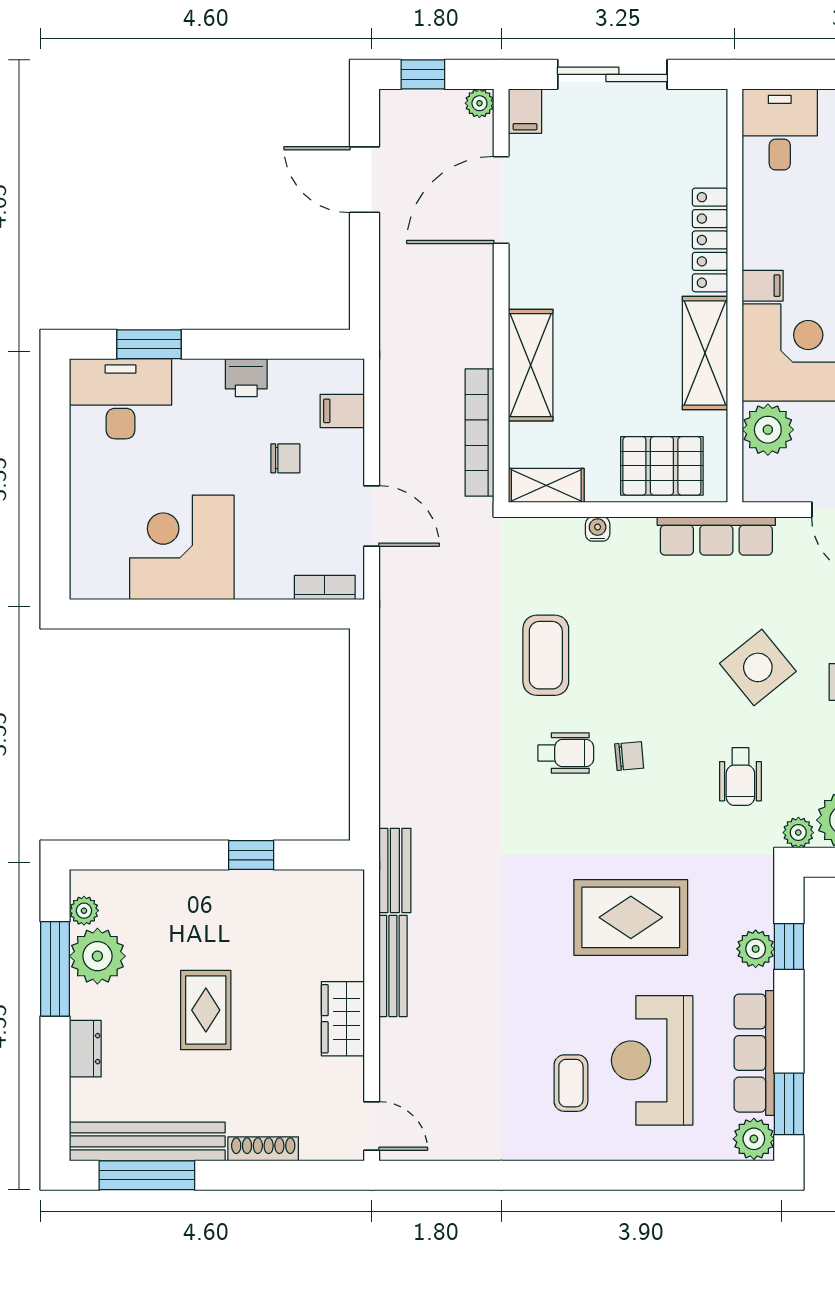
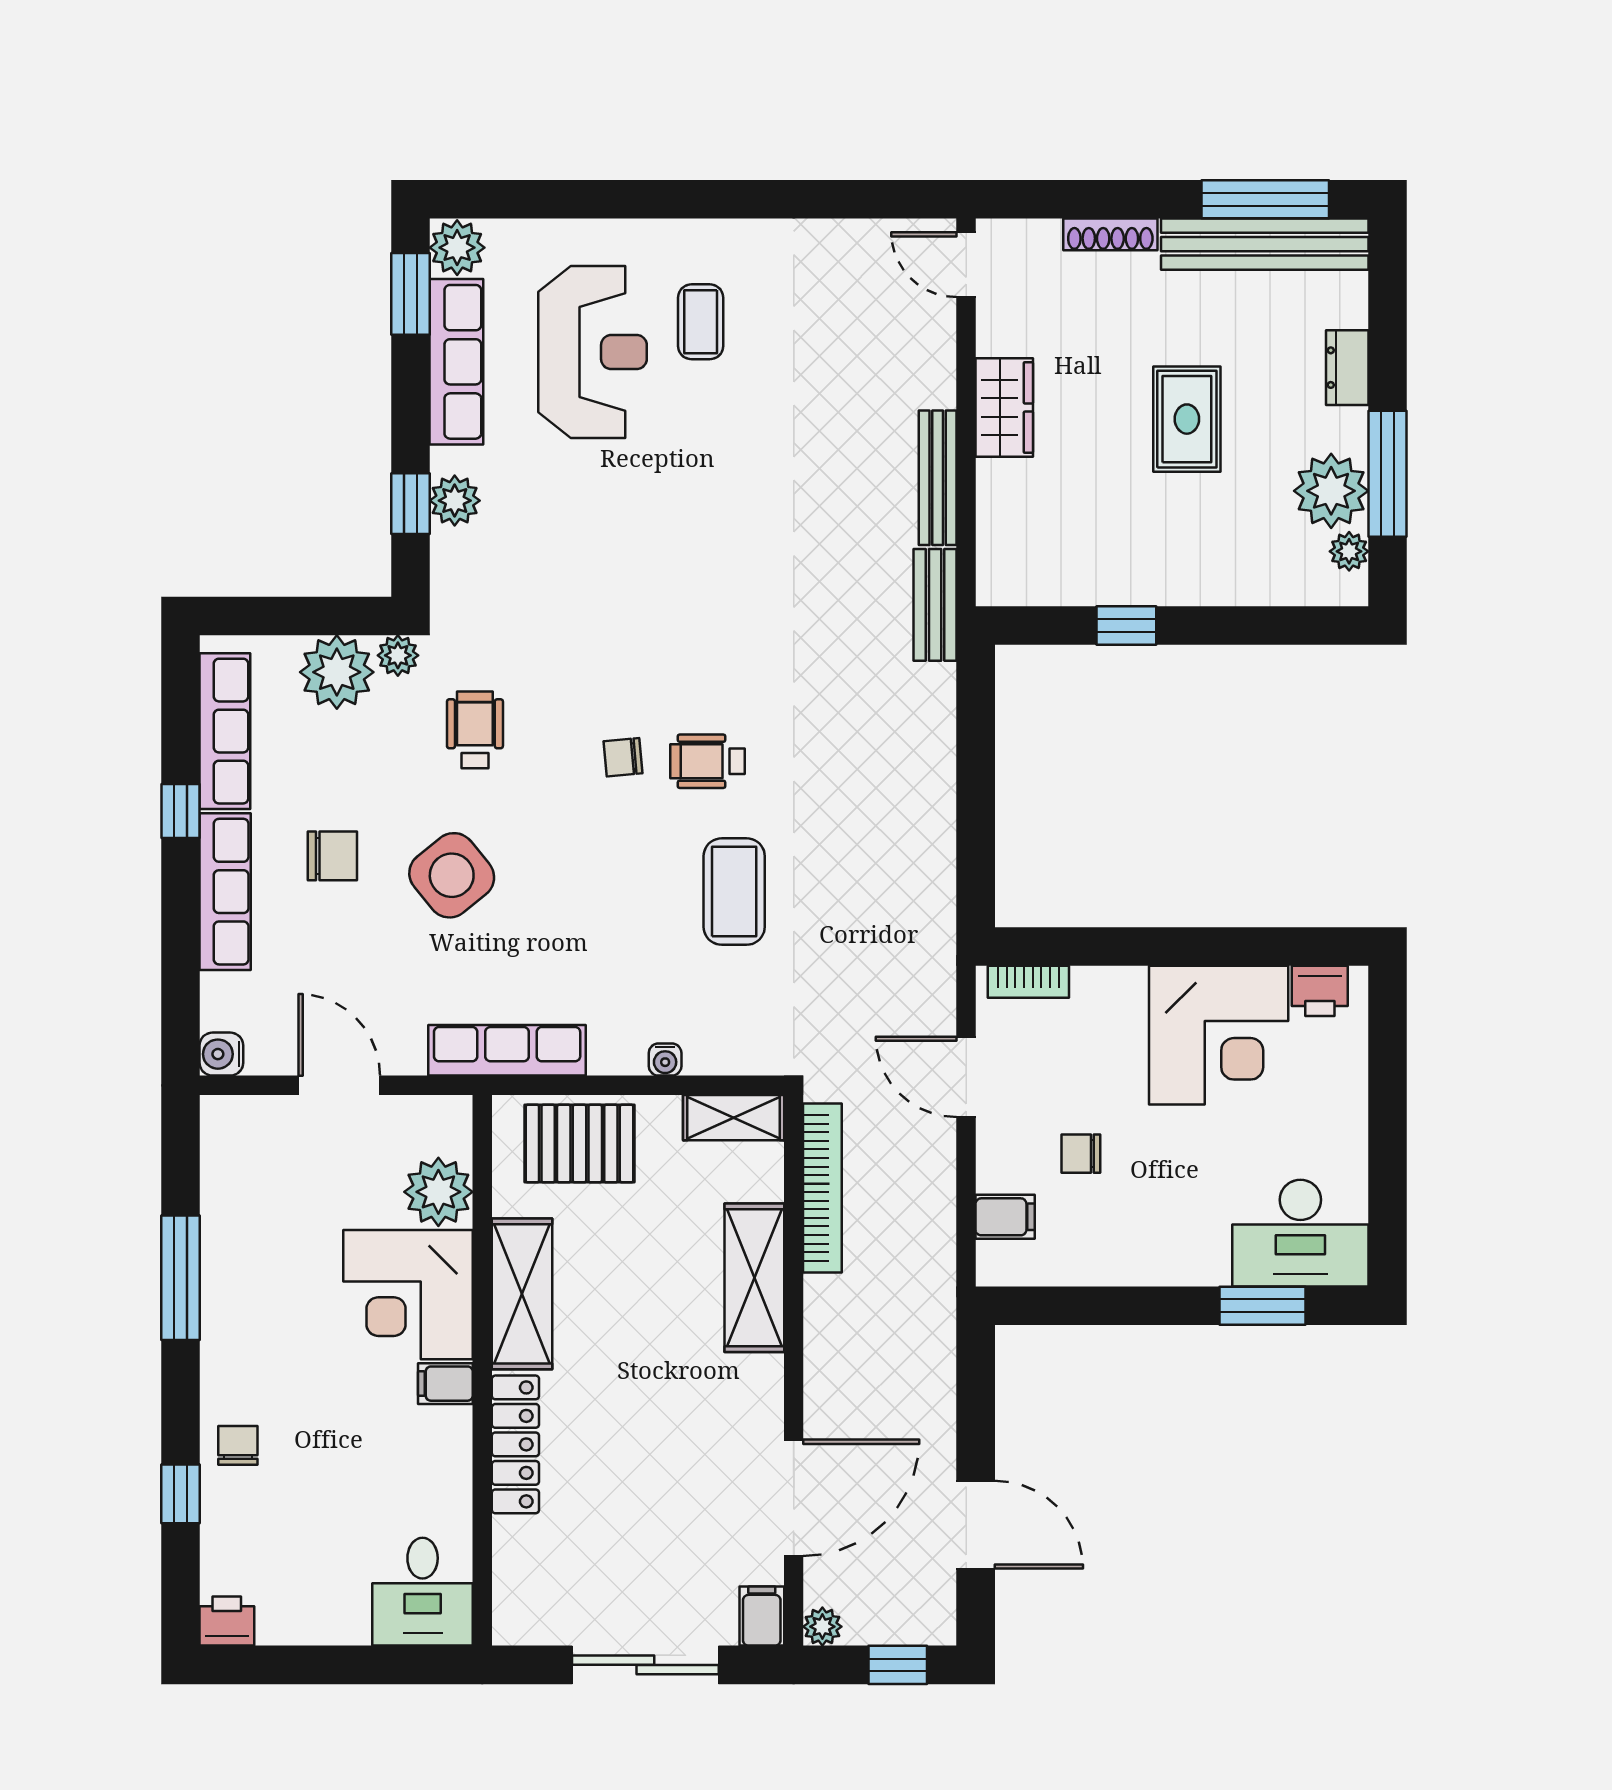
printer: (246, 378) -> (1320, 991), moved, turned 180
rug: (631, 917) -> (621, 542), removed

